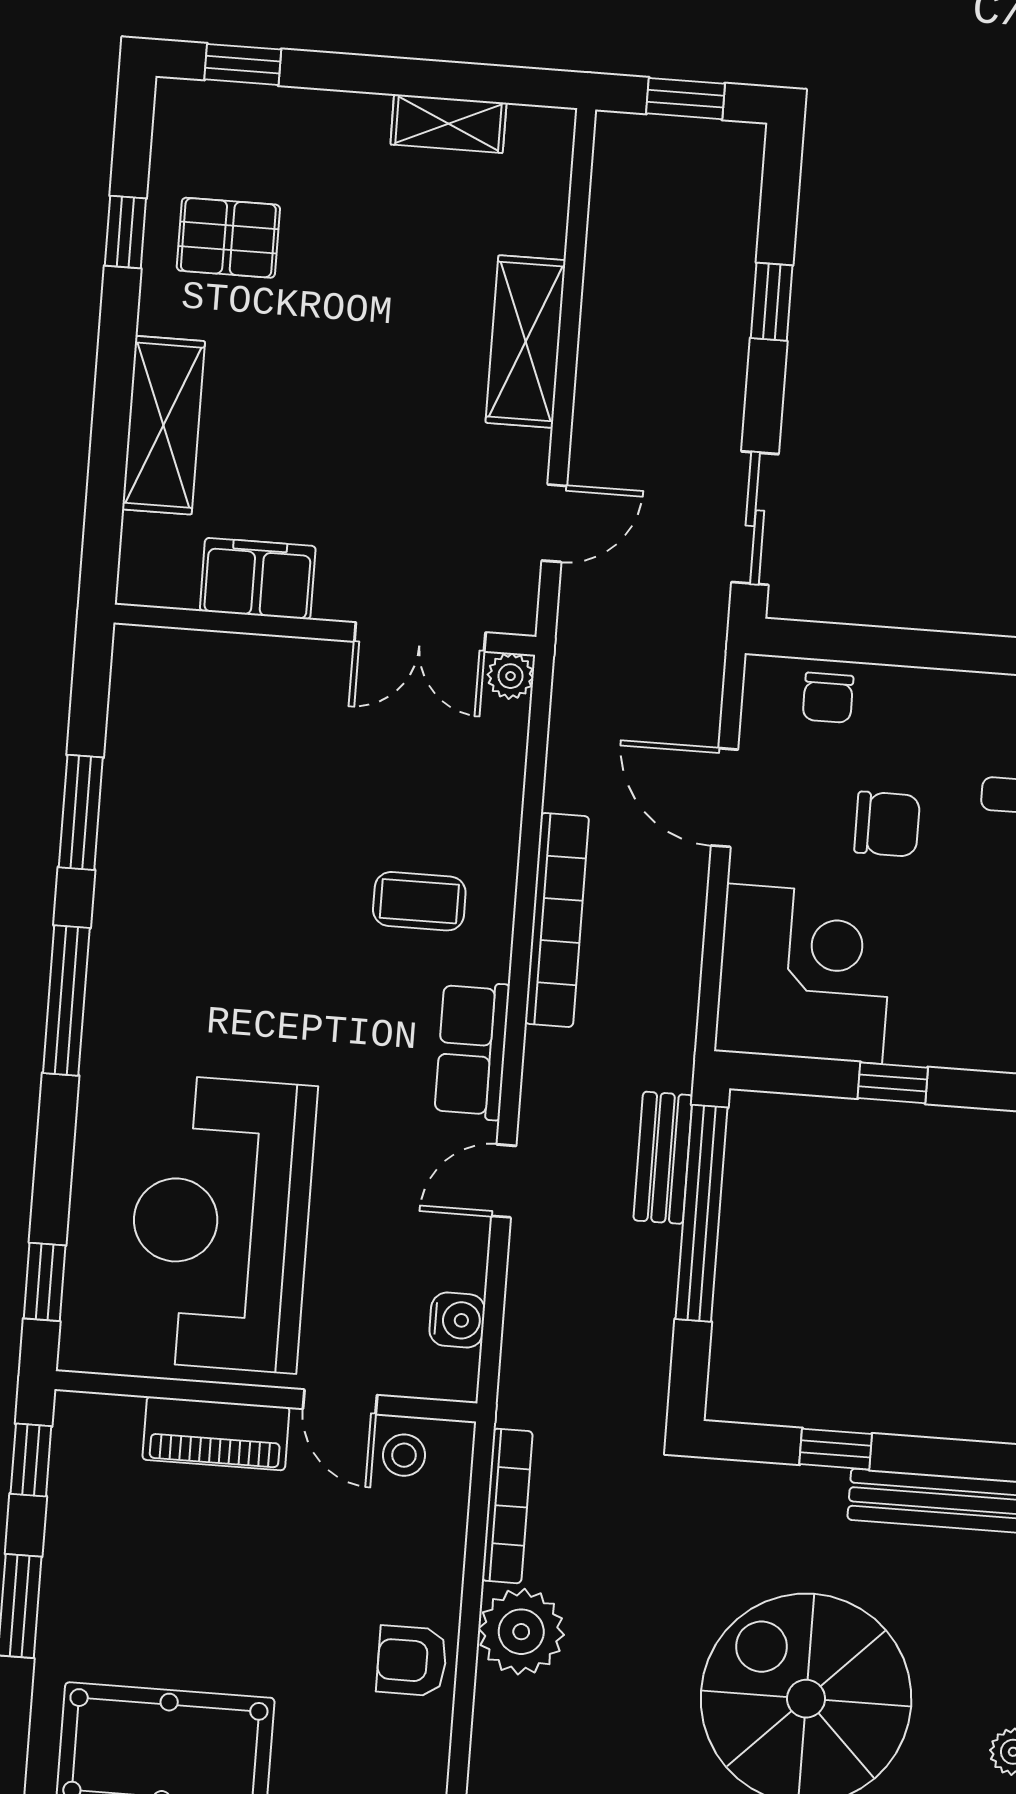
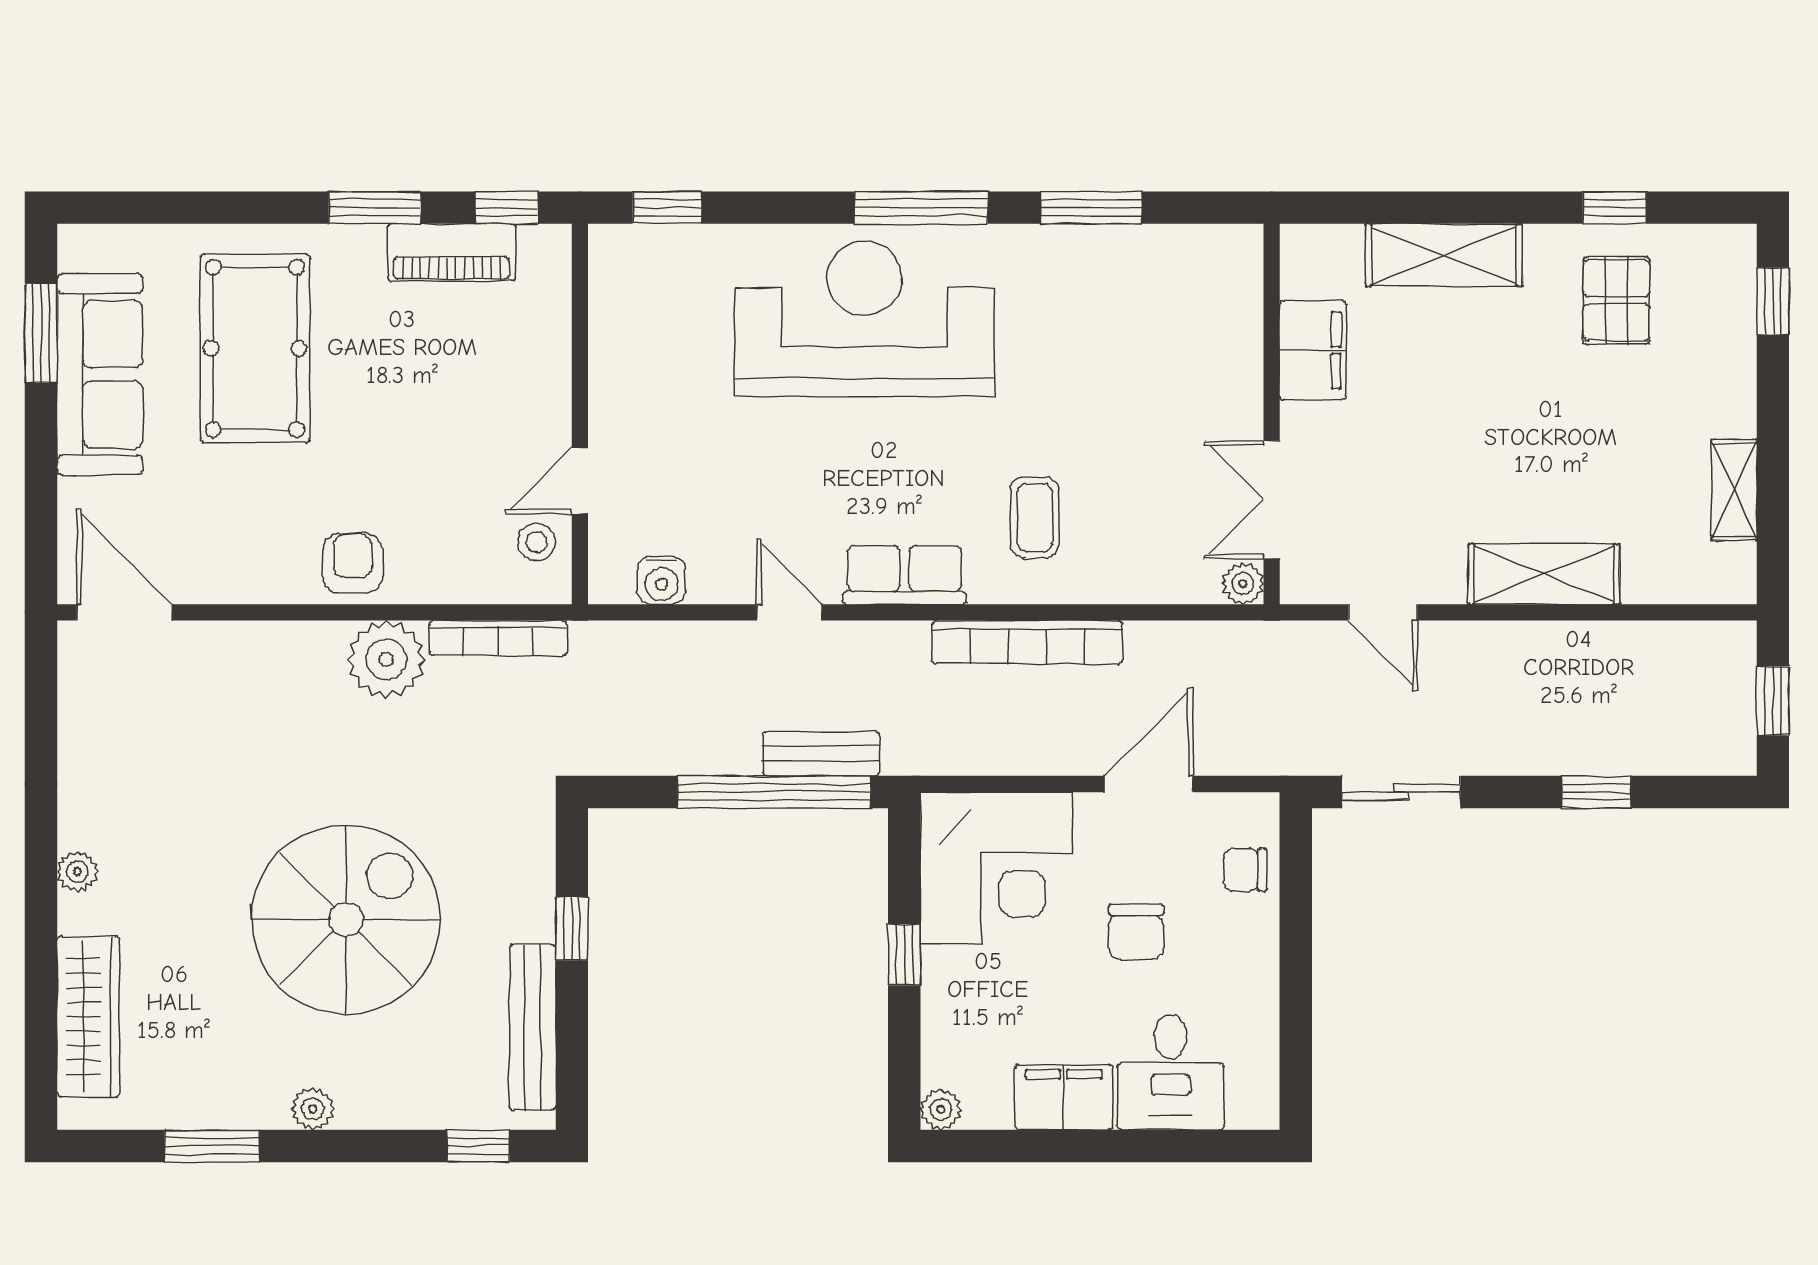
reception desk: (221, 1223) -> (864, 319), moved
piano: (216, 1433) -> (451, 252), moved, turned -90

